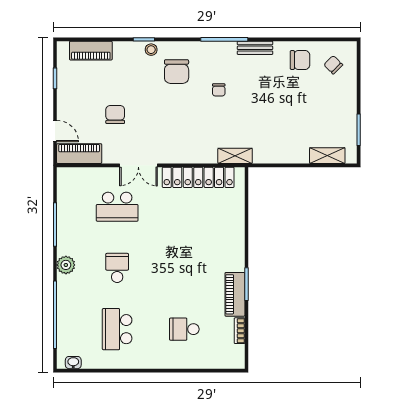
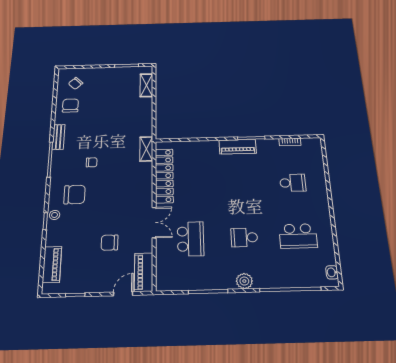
piano: (235, 294) -> (238, 147), moved
school desk: (184, 329) -> (293, 183), turned -90

